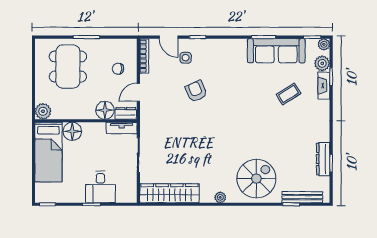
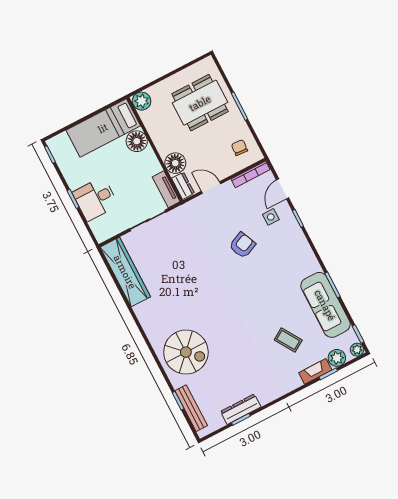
chair: (118, 69) -> (239, 148), moved
plant: (220, 197) -> (148, 325), removed

